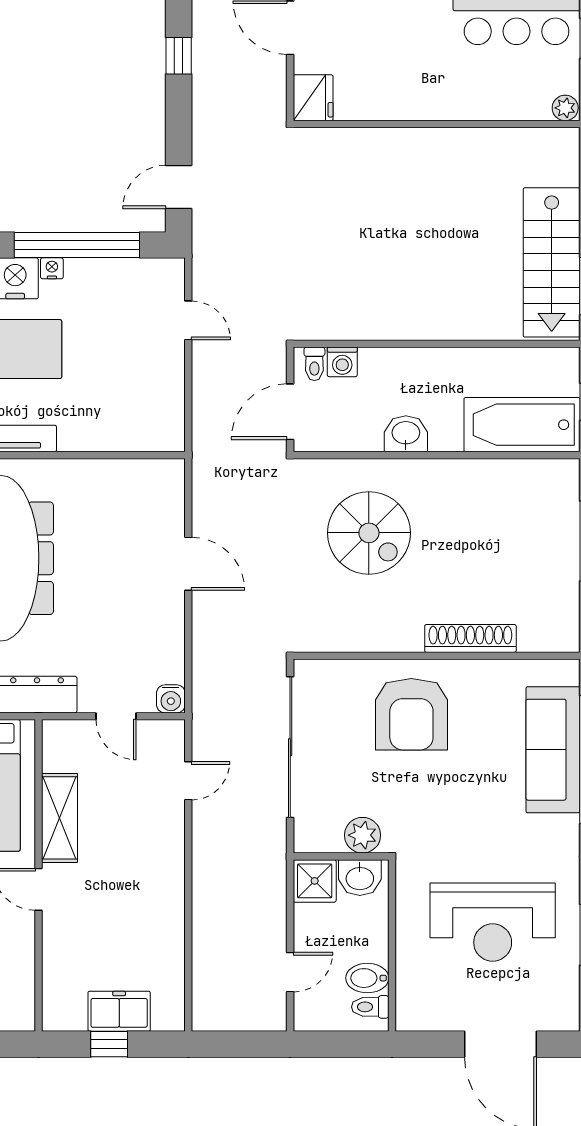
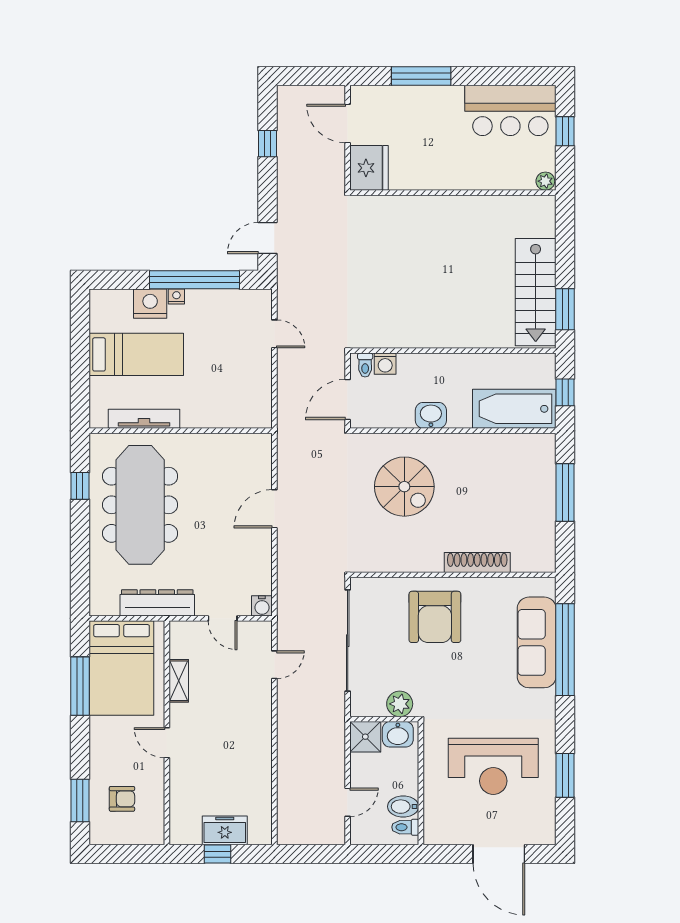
fridge: (313, 98) -> (369, 168), width x1.36, depth x1.34
door: (188, 564) -> (274, 509), swing flipped
shelving: (60, 818) -> (179, 681), width x0.67, depth x0.75

